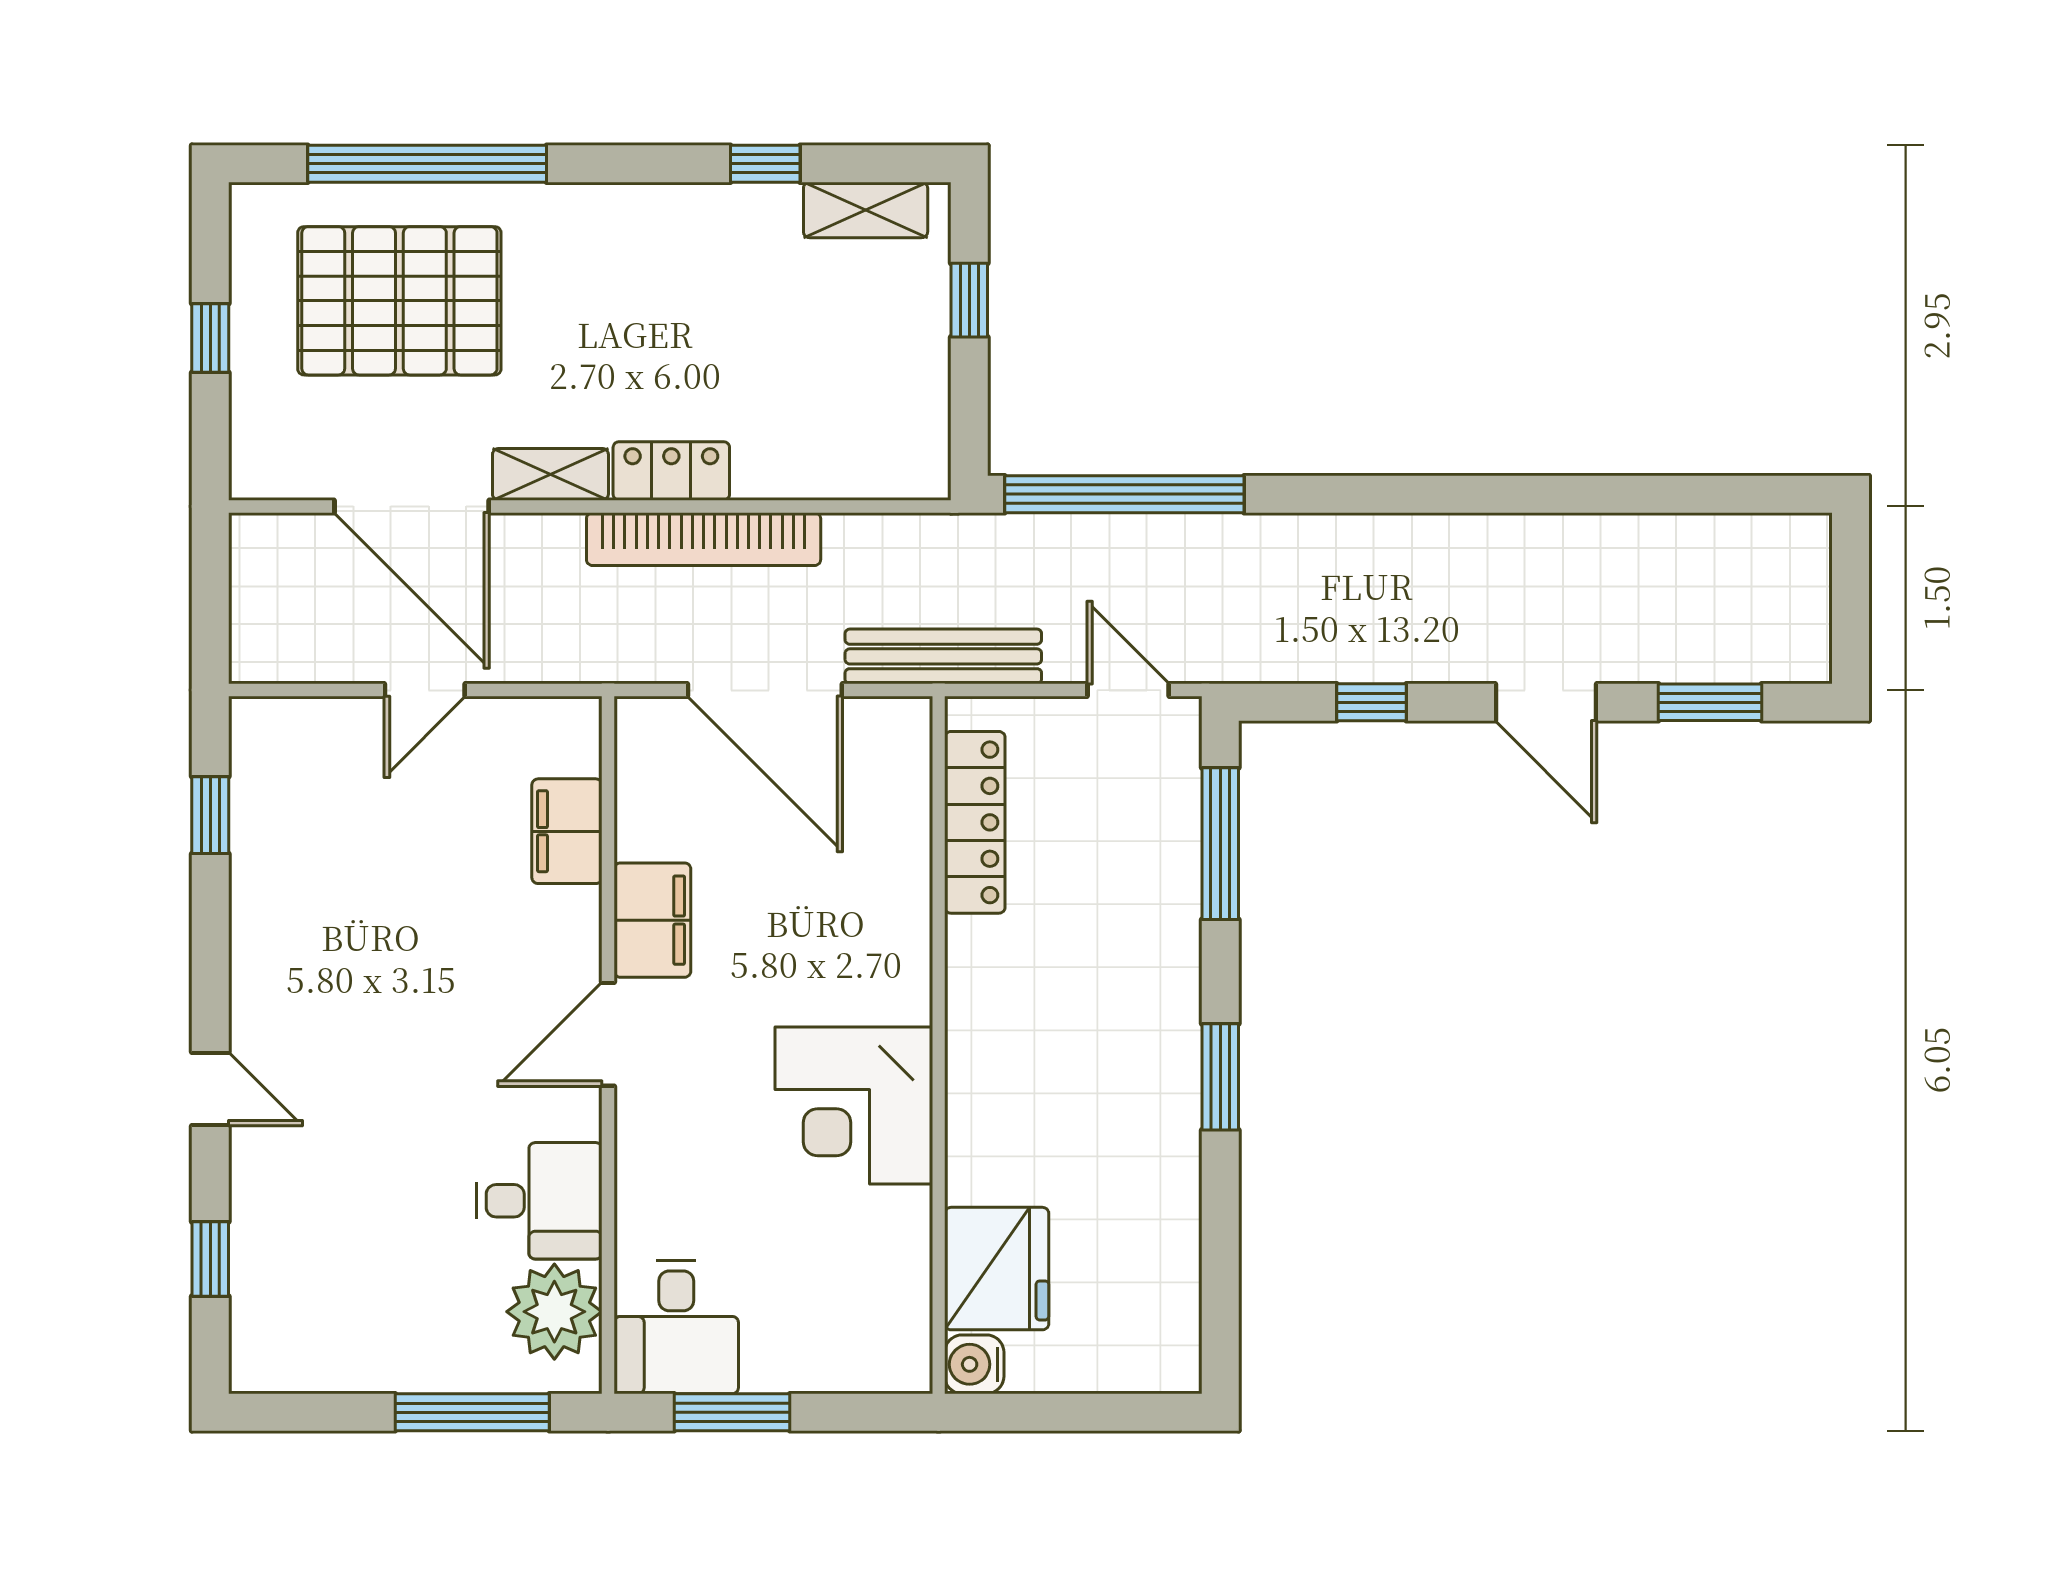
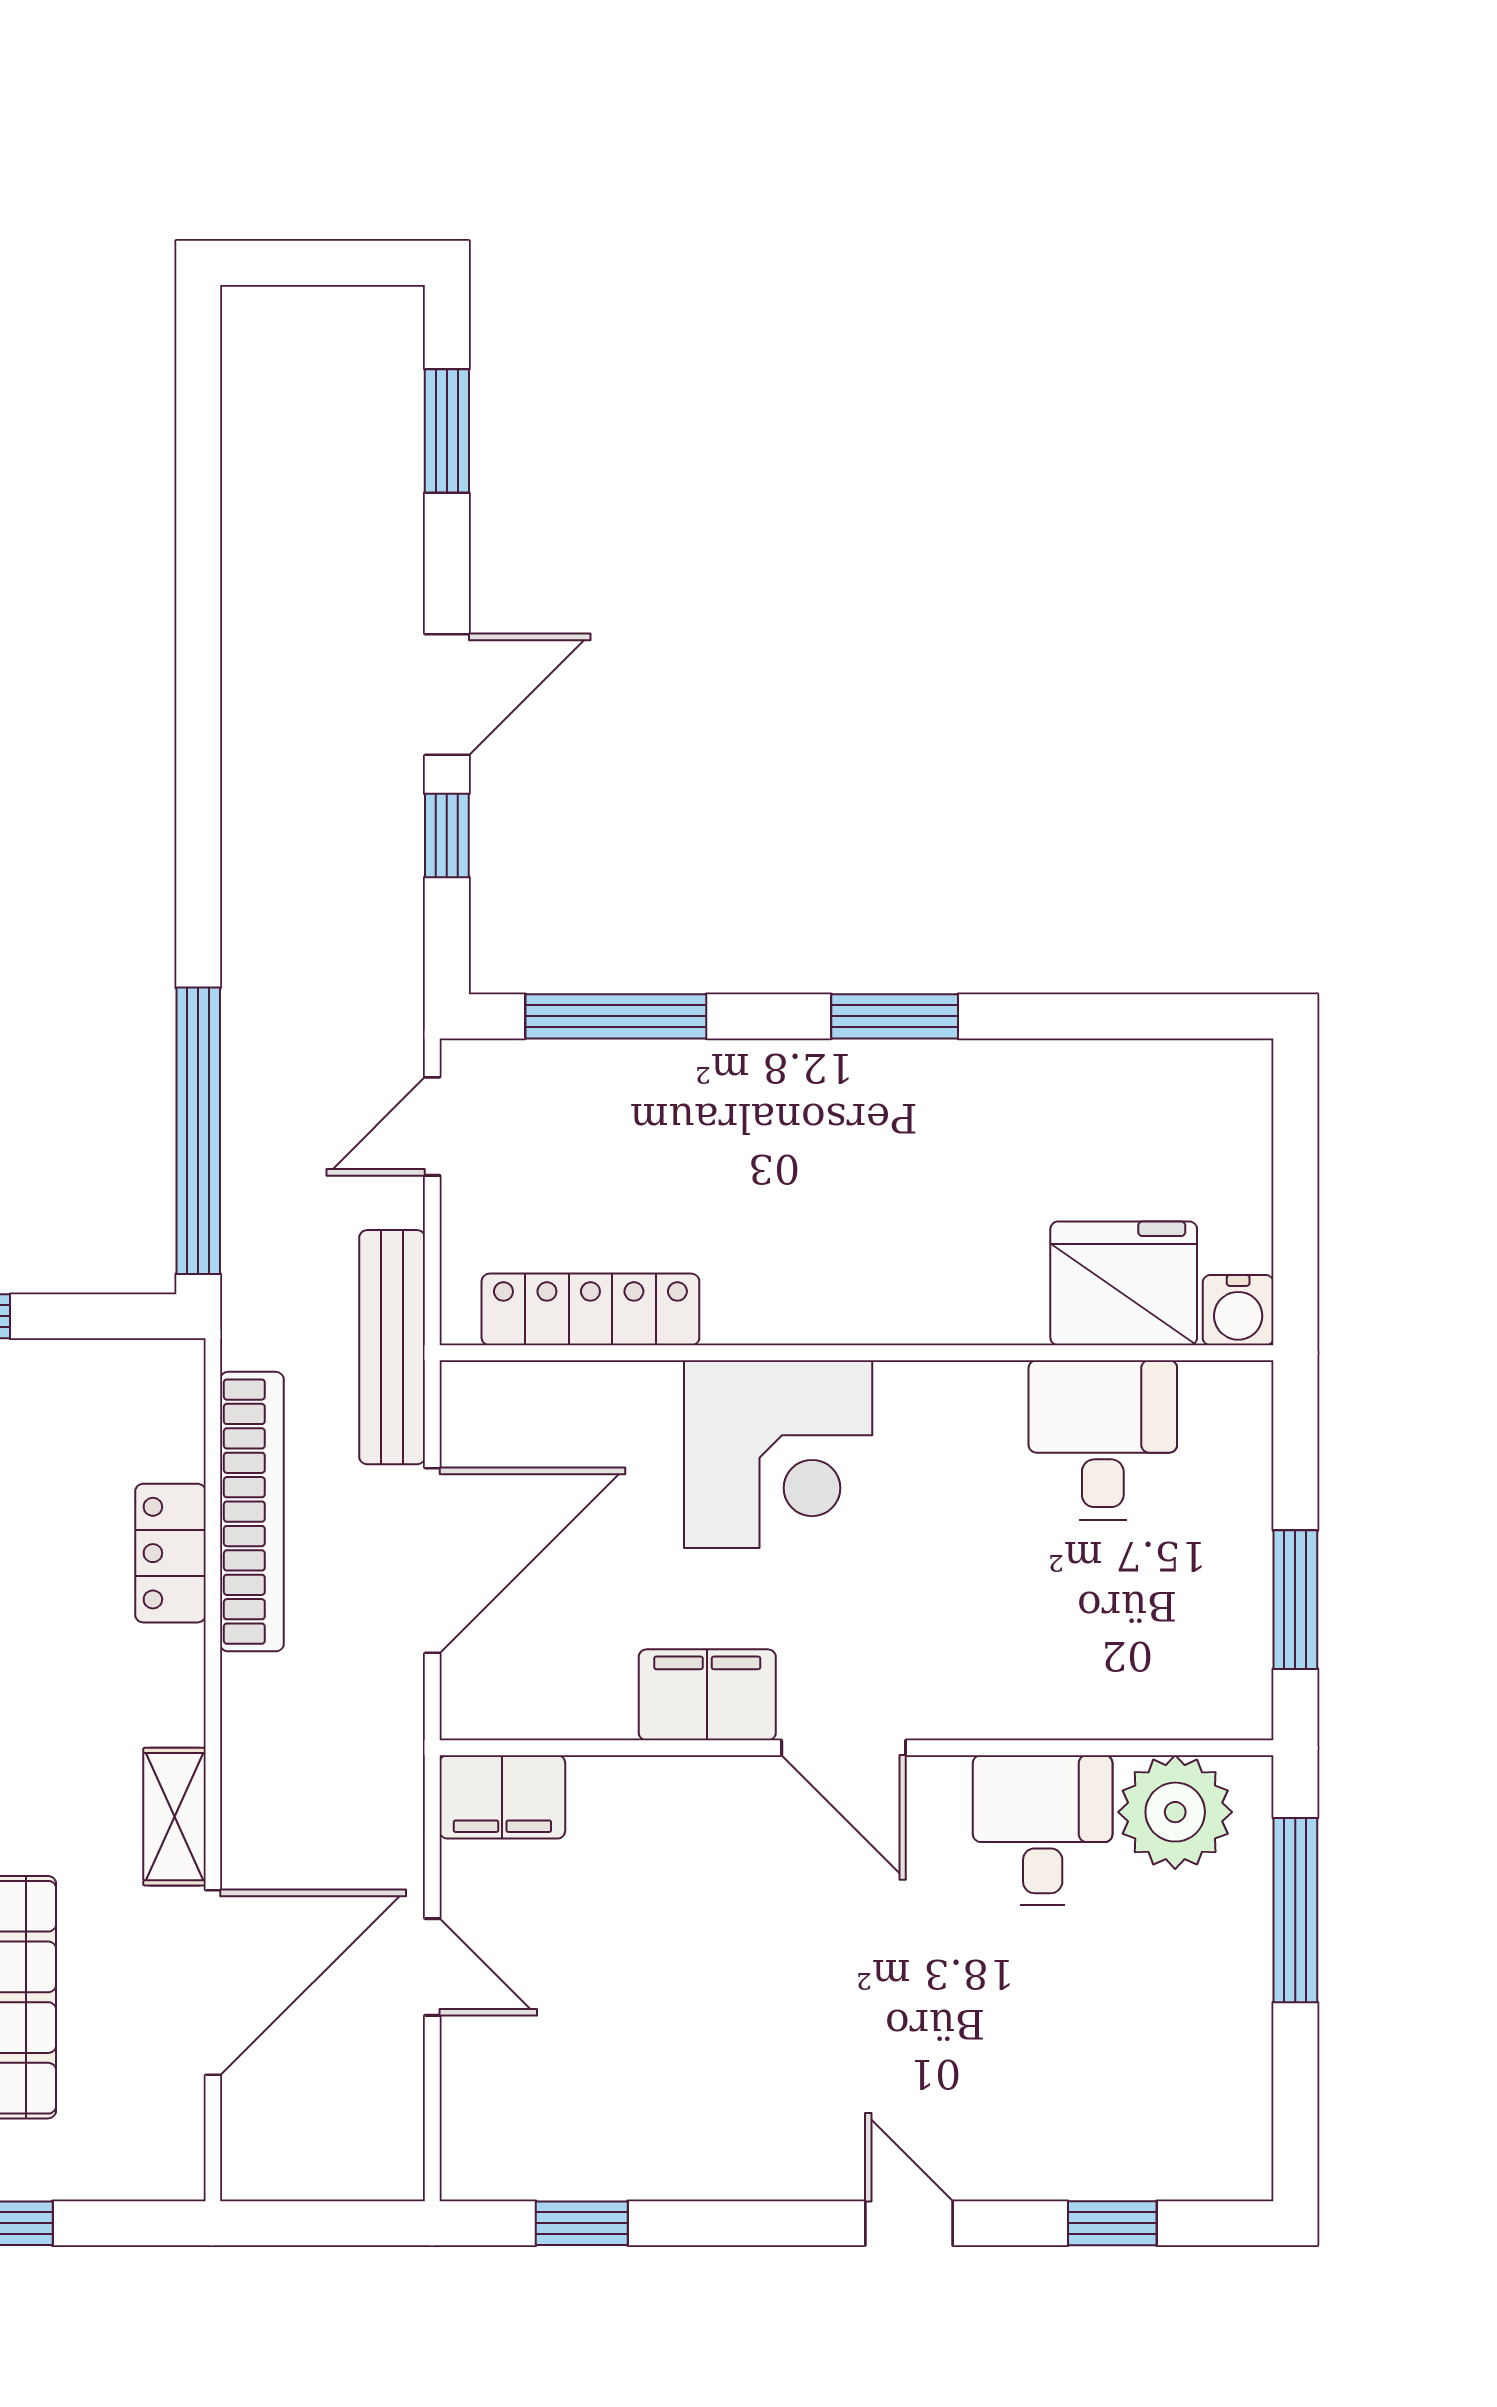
locker: (671, 471) -> (170, 1553), moved
bookcase: (704, 539) -> (252, 1512), moved
door: (1546, 702) -> (447, 695), moved
filing cabinet: (567, 831) -> (502, 1797), moved
door: (210, 1089) -> (909, 2223), hinge flipped
corner desk: (854, 1105) -> (778, 1454), moved
desk: (676, 1327) -> (1103, 1440), moved, turned -90

